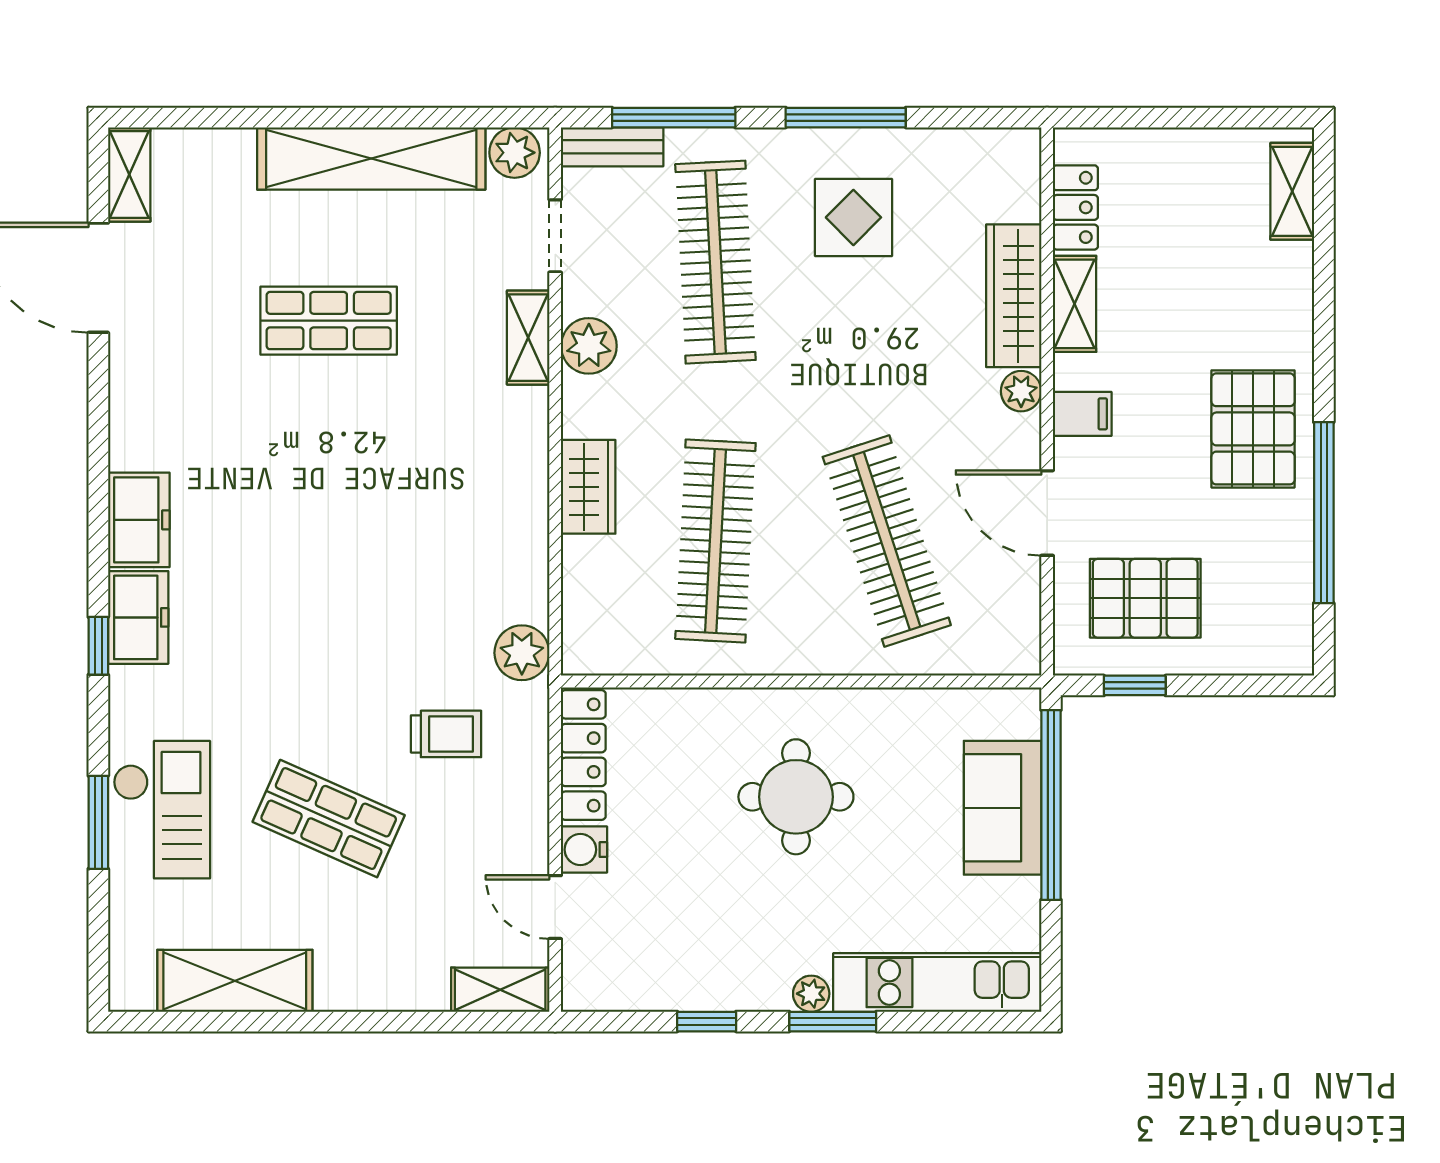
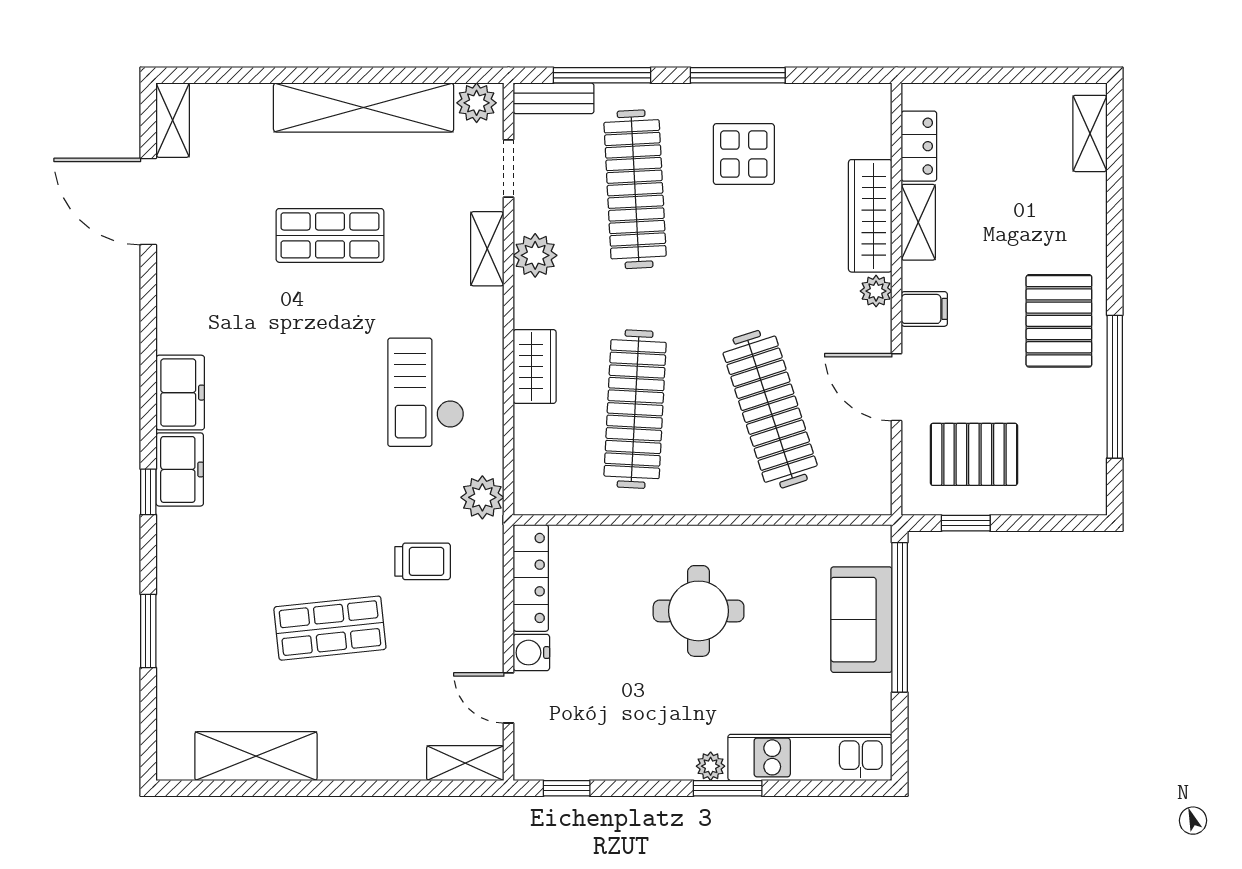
checkout: (162, 810) -> (426, 392), moved, turned 180
shop shelf: (329, 819) -> (330, 628), turned -30
window: (707, 1022) -> (567, 788), moved

